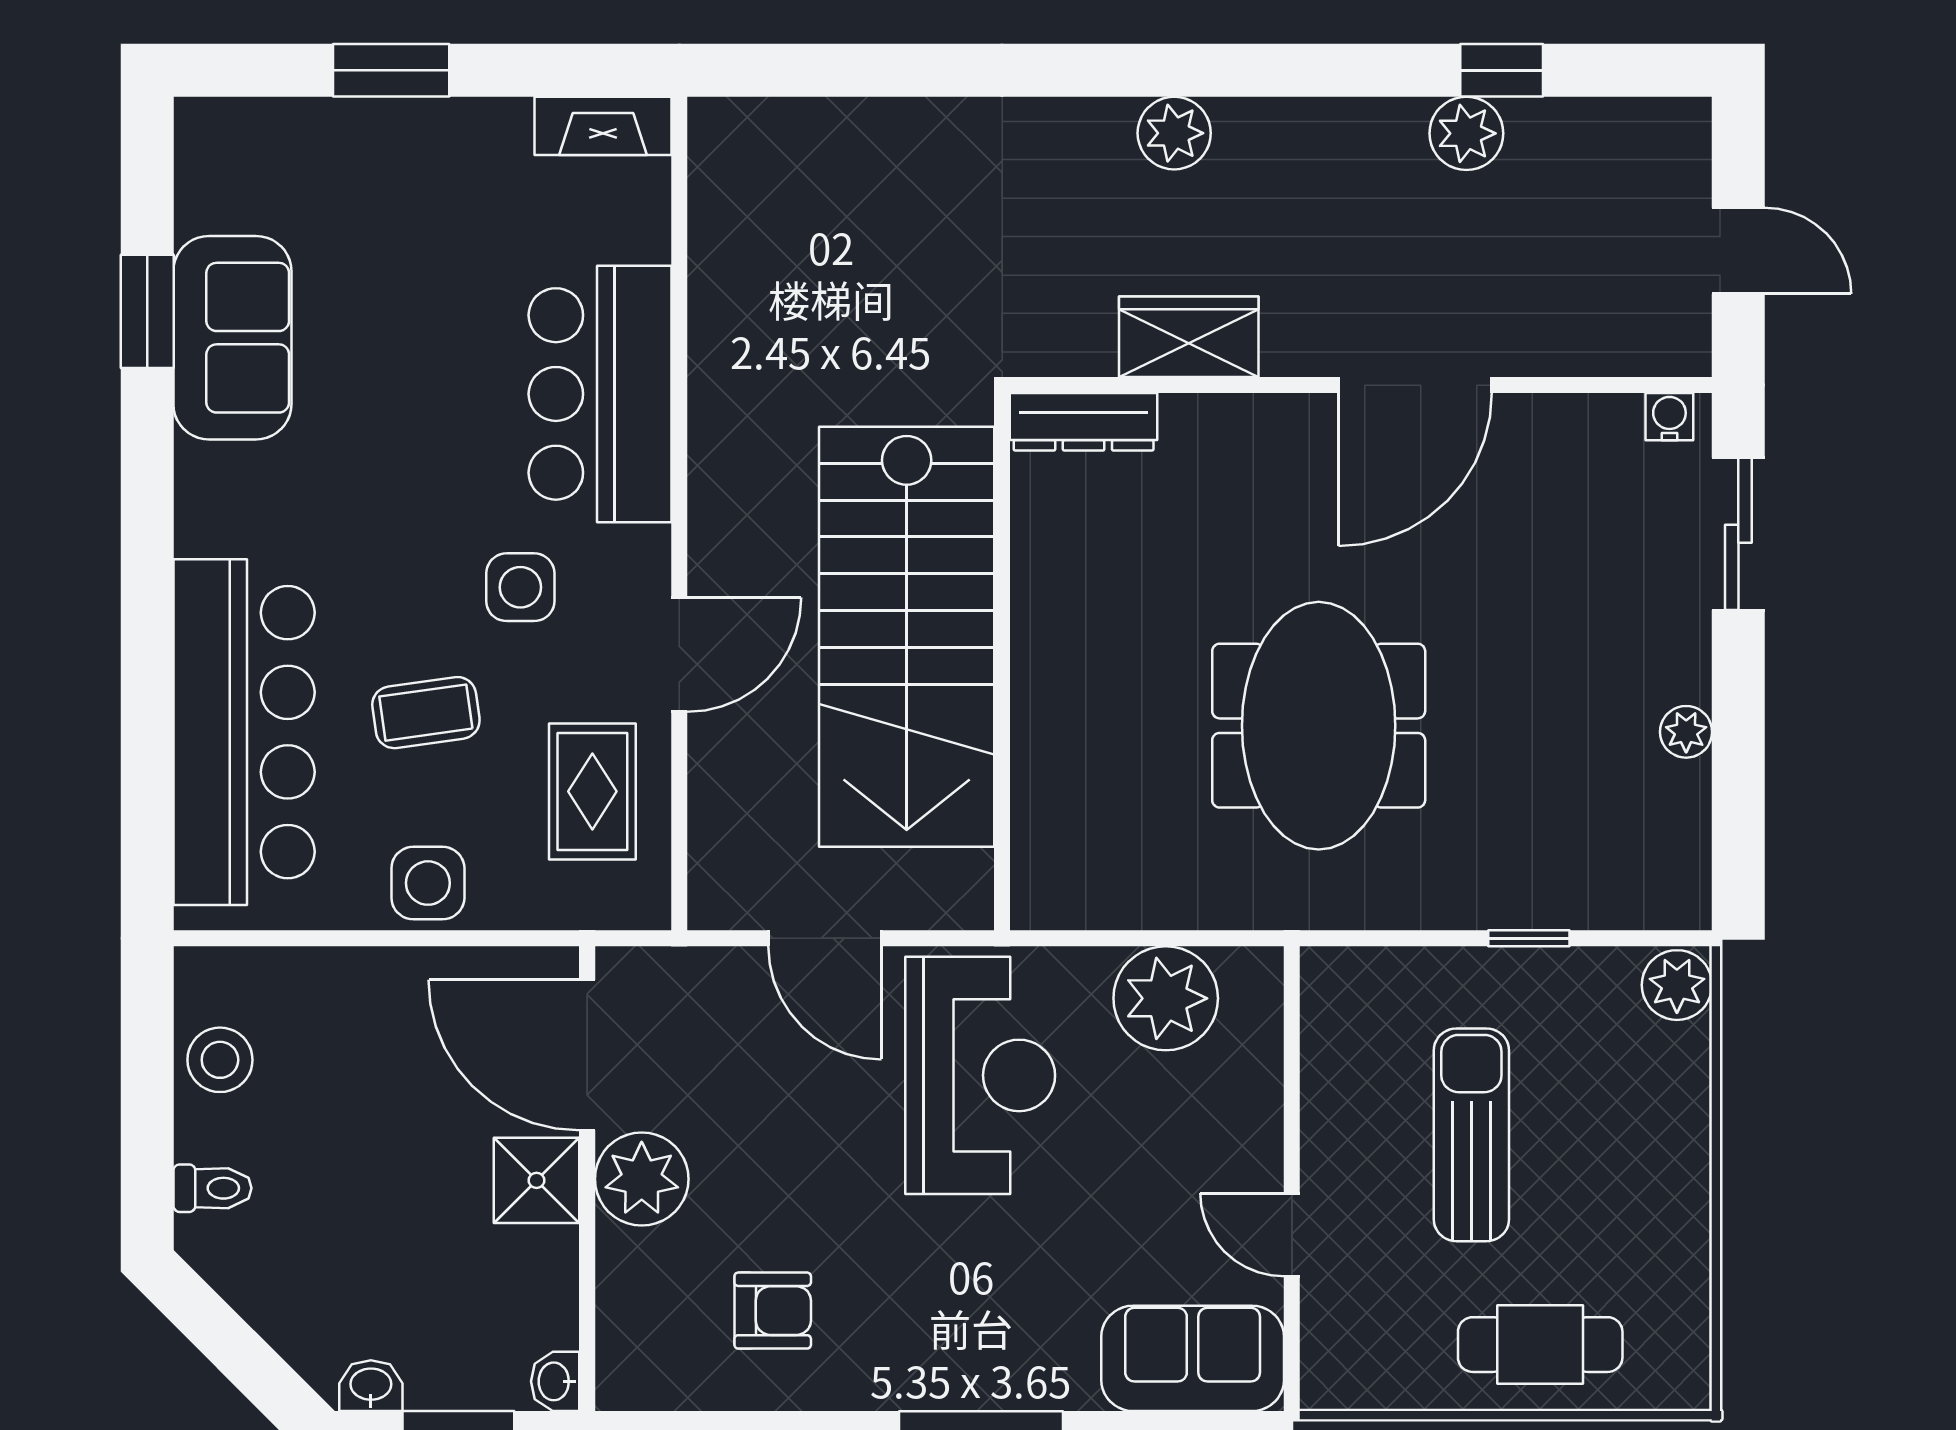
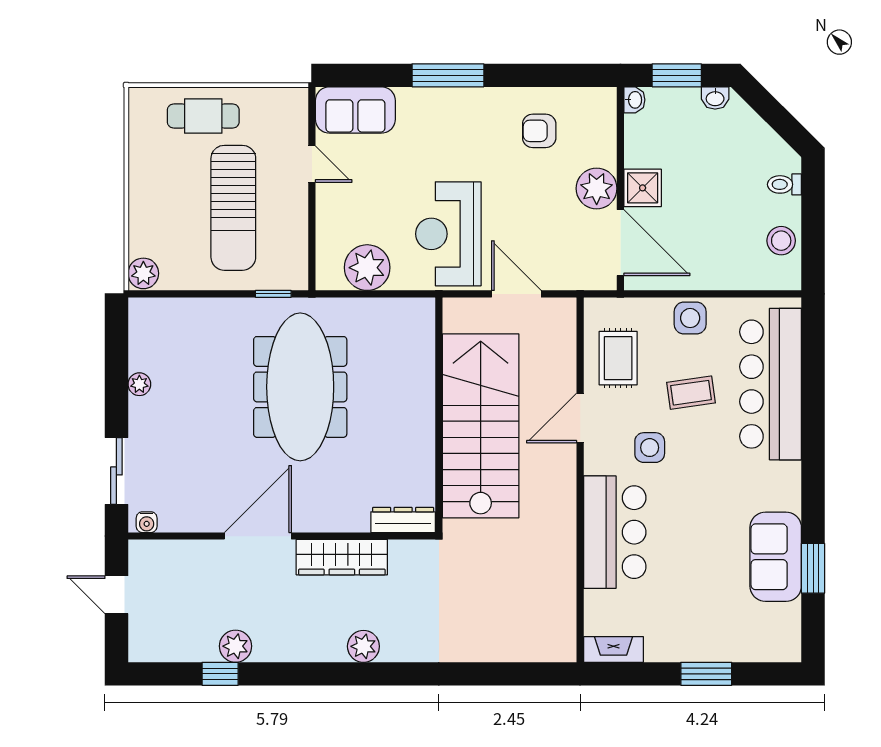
wardrobe: (1189, 337) -> (342, 557), width x1.50
meeting table: (1319, 726) -> (300, 387), width x1.36
window: (1529, 938) -> (273, 294), moved
sun lounger: (1471, 1135) -> (233, 208), width x1.36, depth x1.34

